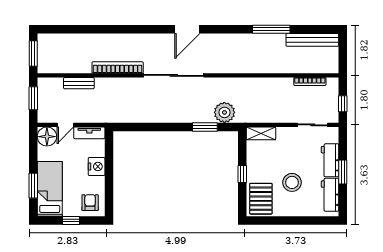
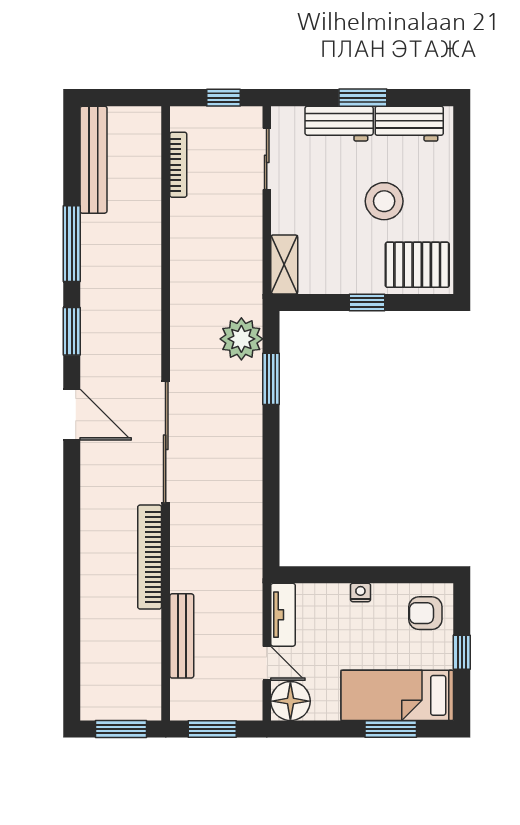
window: (228, 29) -> (72, 331), added
bench: (79, 83) -> (182, 636), width x1.36
nightstand: (97, 167) -> (360, 592), width x0.53, depth x0.56

